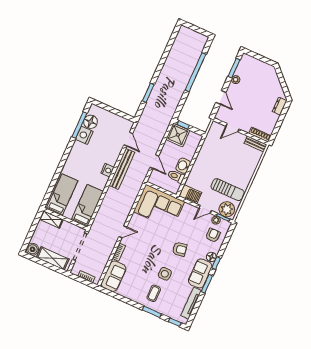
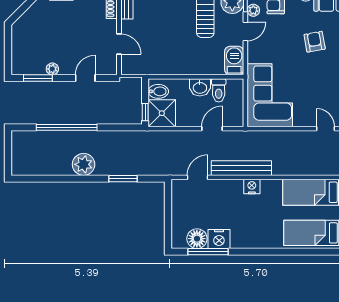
plant: (168, 72) -> (84, 164), added
bidet: (192, 139) -> (158, 91), added
door: (205, 209) -> (245, 31), hinge flipped

